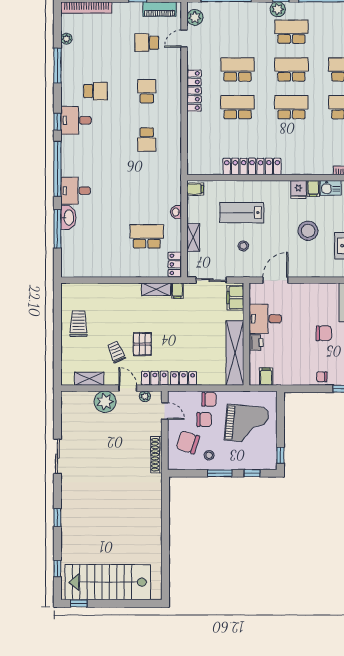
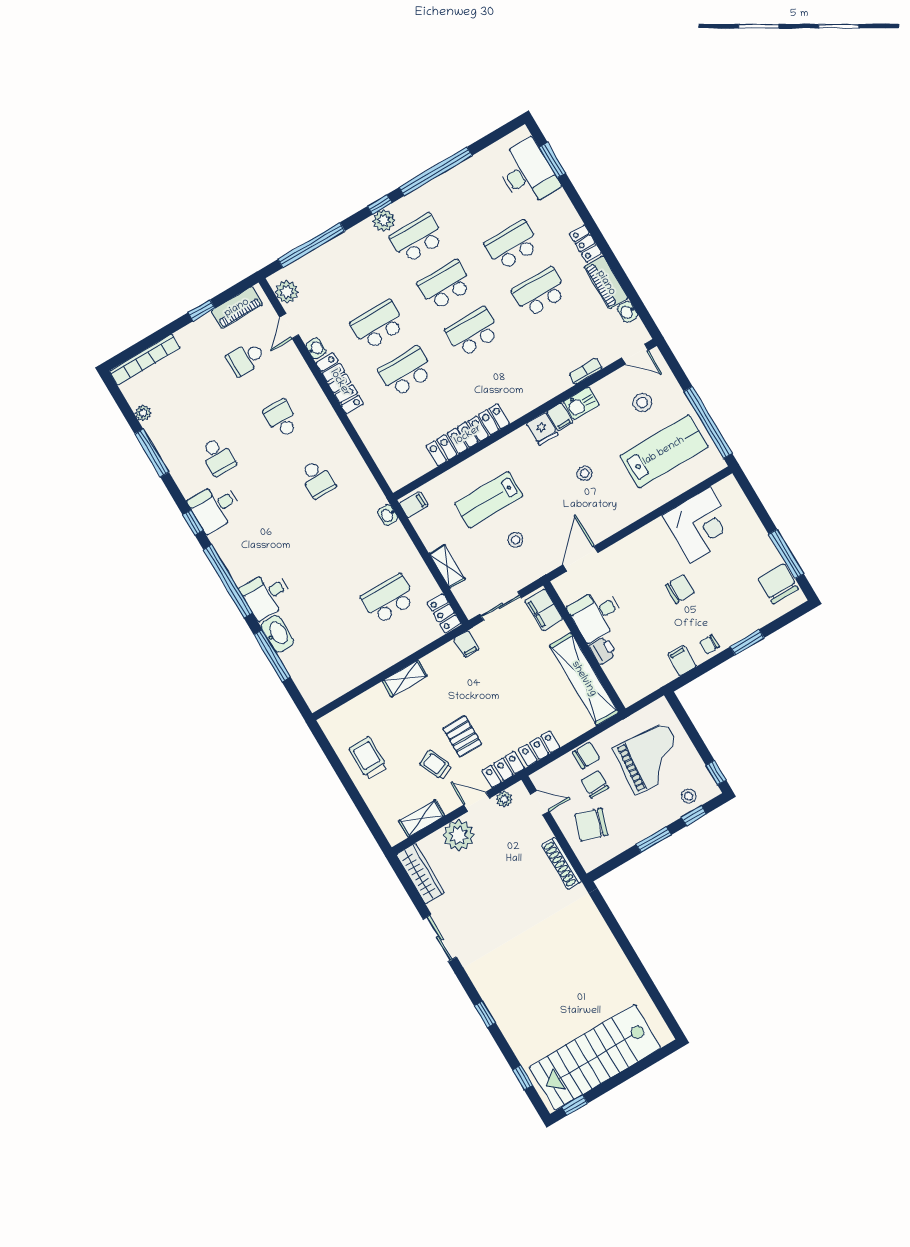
washbasin: (192, 61) -> (316, 348), added
school desk: (96, 91) -> (218, 457), turned 90
washbasin: (176, 212) -> (388, 515), moved
stool: (308, 231) -> (585, 473), width x0.53, depth x0.53
shelving: (156, 289) -> (405, 678), moved
filing cabinet: (266, 377) -> (682, 660), moved
wardrobe: (69, 411) -> (420, 874), added
chair: (204, 419) -> (595, 784), turned -90
stool: (209, 455) -> (689, 796), moved

